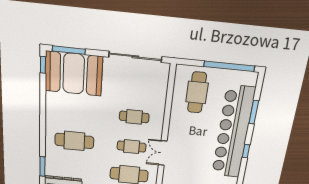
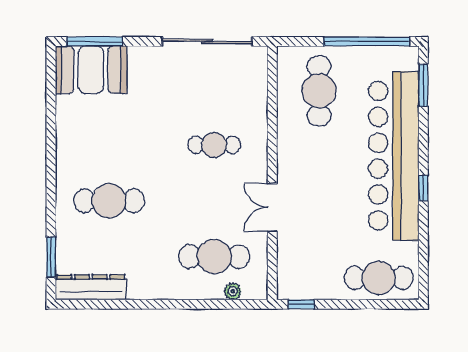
window: (43, 65) -> (51, 70), removed
booth: (74, 74) -> (91, 70), width x0.73, depth x0.70
window: (254, 112) -> (423, 85), moved
cafe table: (132, 147) -> (214, 201), removed

